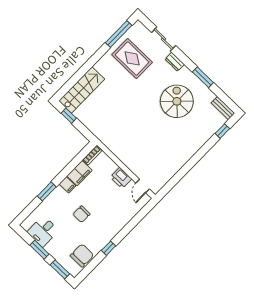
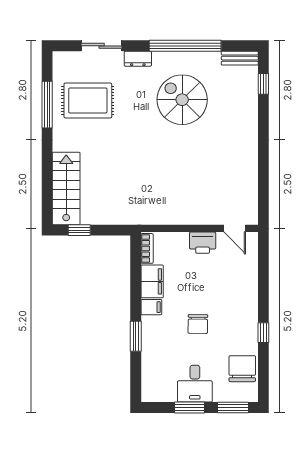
window: (119, 34) -> (47, 105), moved
window: (203, 77) -> (185, 46), width x2.11
desk: (43, 231) -> (195, 384), moved

